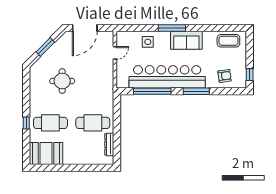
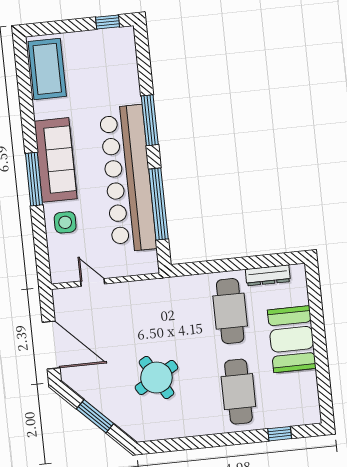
sofa: (186, 40) -> (56, 160), width x1.36
coffee table: (228, 41) -> (47, 69), width x1.36, depth x1.32
armchair: (225, 76) -> (115, 69), removed
round table: (62, 81) -> (156, 377), turned -30
window: (26, 123) -> (280, 434), moved
booth: (46, 153) -> (292, 339), moved

